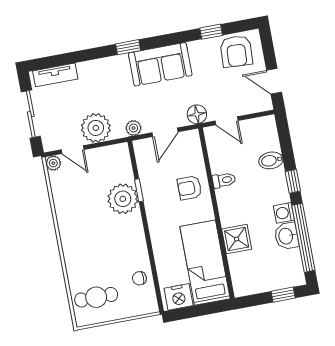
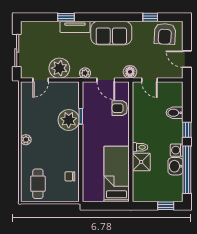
window: (128, 47) -> (66, 17), moved
tv unit: (55, 75) -> (75, 27), moved
door: (165, 132) -> (106, 80), hinge flipped
door: (73, 150) -> (41, 80), hinge flipped
plant: (53, 163) -> (26, 140), moved
toilet: (224, 180) -> (140, 147), moved
armchair: (190, 188) -> (120, 108), moved
cafe table: (96, 297) -> (38, 184), turned 90
nightstand: (179, 297) -> (94, 194), removed

